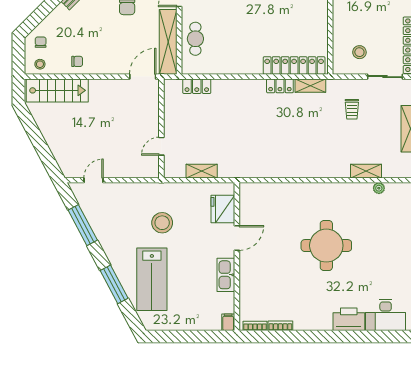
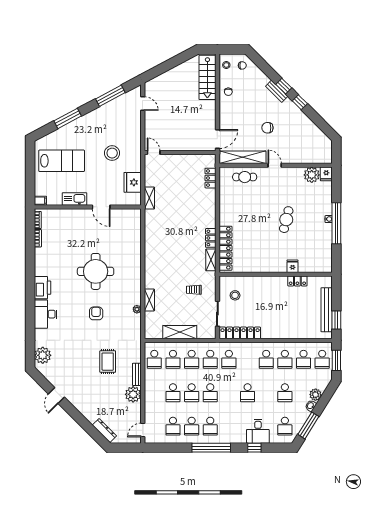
door: (143, 77) -> (217, 139), hinge flipped
door: (161, 146) -> (154, 153), moved
shelving: (202, 171) -> (149, 198), moved
fridge: (223, 209) -> (133, 182), moved, turned -90
armchair: (385, 245) -> (96, 313), added
lab bench: (152, 279) -> (62, 161), moved, turned 180

